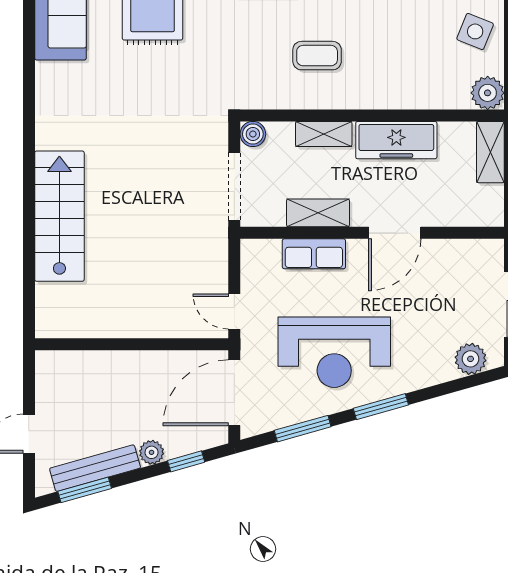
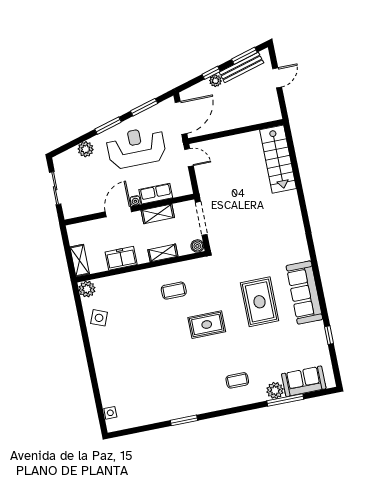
freezer: (396, 140) -> (121, 258), width x0.71
stairs: (59, 216) -> (278, 159), moved
water cooler: (357, 248) -> (135, 201), added
plant: (471, 359) -> (86, 149), moved
window: (186, 461) -> (211, 73), moved

